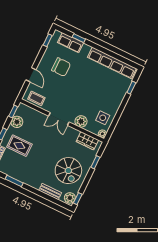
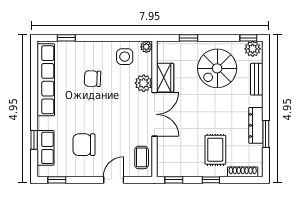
chair: (61, 67) -> (84, 145), turned -90
chair: (99, 92) -> (92, 79), added
double door: (59, 119) -> (154, 114), width x1.37
plant: (17, 122) -> (185, 168), removed
wardrobe: (87, 141) -> (165, 78), moved
spiral stairs: (68, 171) -> (217, 68), turned 180
dresser: (22, 177) -> (256, 125), added

